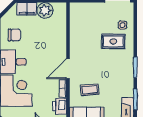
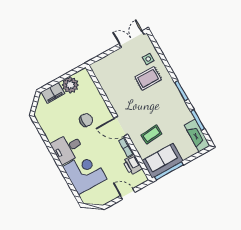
chair: (14, 35) -> (86, 120), moved
door: (68, 69) -> (121, 126), hinge flipped

